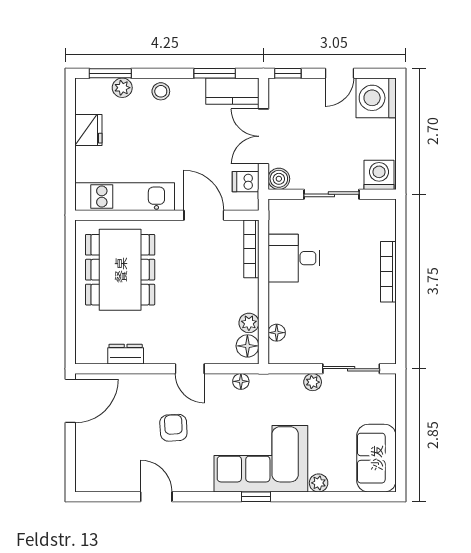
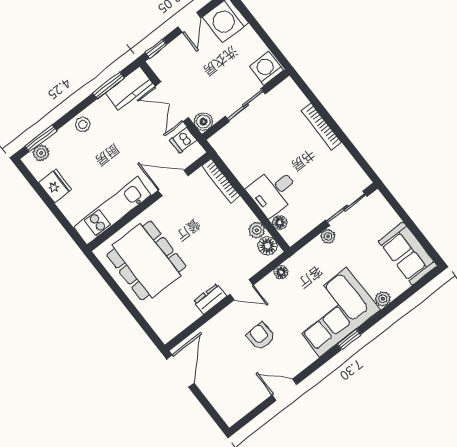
plant: (122, 88) -> (41, 153), moved
desk: (294, 258) -> (274, 191), moved
dresser: (126, 354) -> (210, 299), moved

